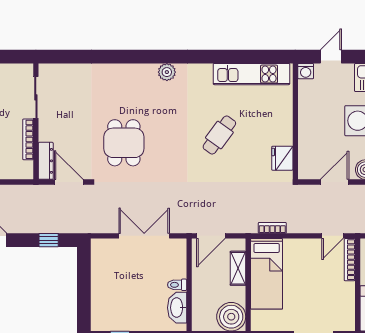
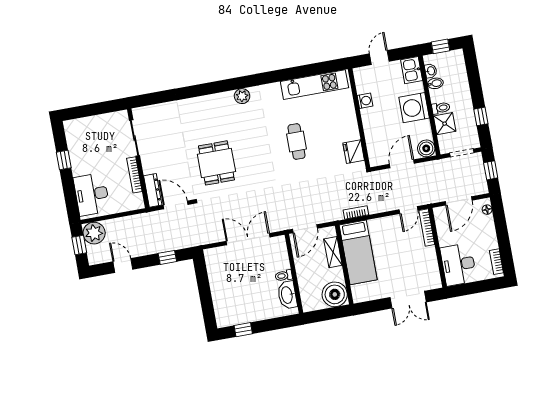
washing machine: (306, 71) -> (365, 101), moved, turned -90
cafe table: (219, 135) -> (297, 142), turned -36

